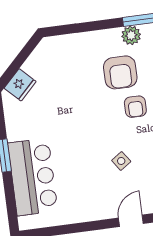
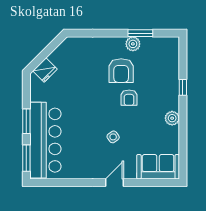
bar counter: (33, 177) -> (45, 140), width x1.36
window: (11, 204) -> (26, 158), added

